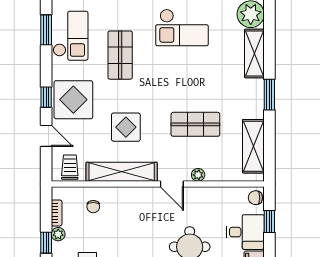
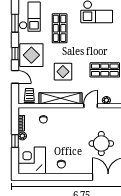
window: (46, 30) -> (15, 23), moved
door: (172, 184) -> (91, 106), swing flipped

